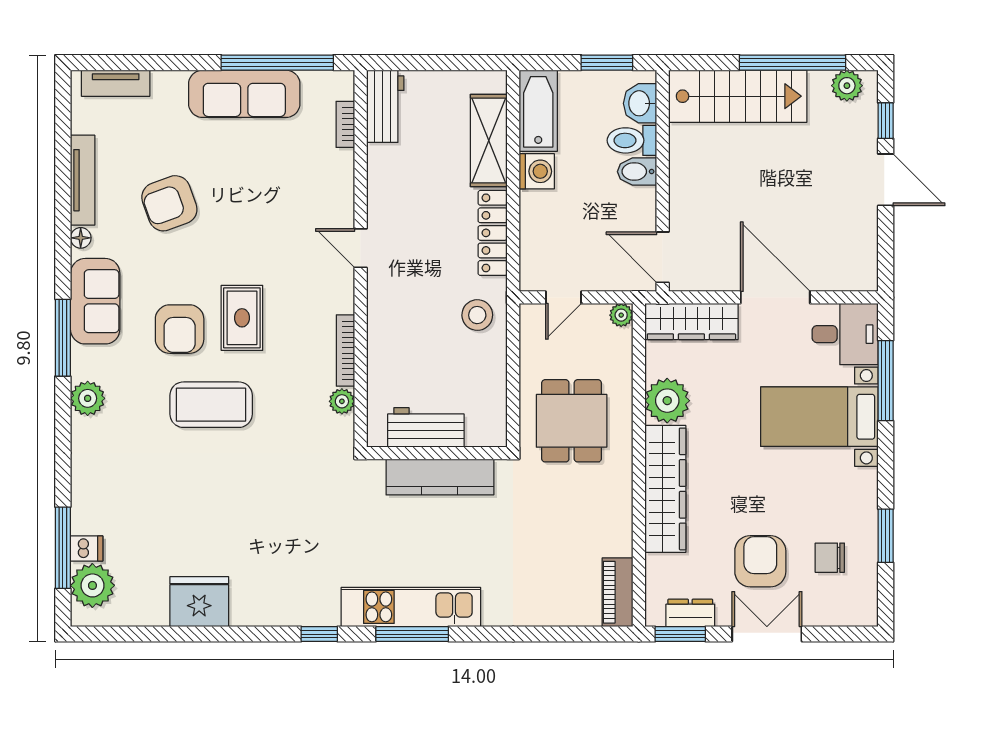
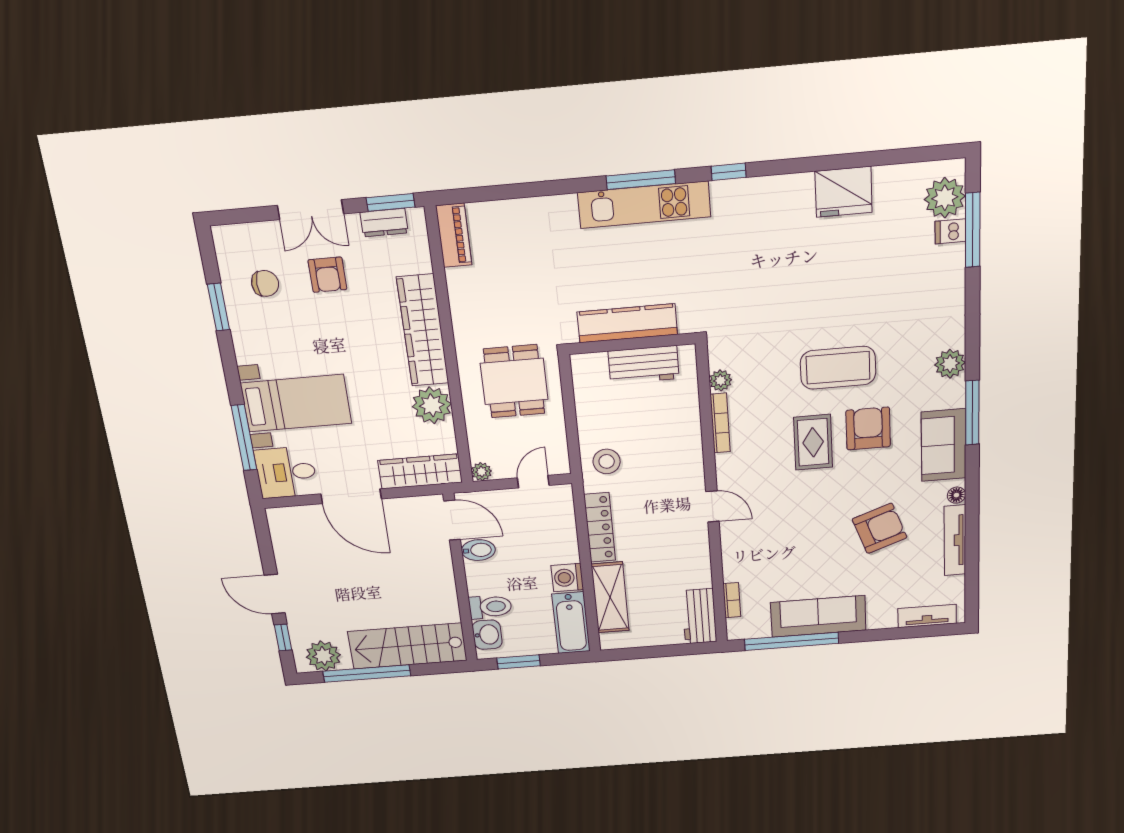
plant: (847, 86) -> (323, 656), width x1.36, depth x1.36
bidet: (637, 172) -> (478, 550), moved
armchair: (760, 561) -> (327, 275), width x0.72, depth x0.72

